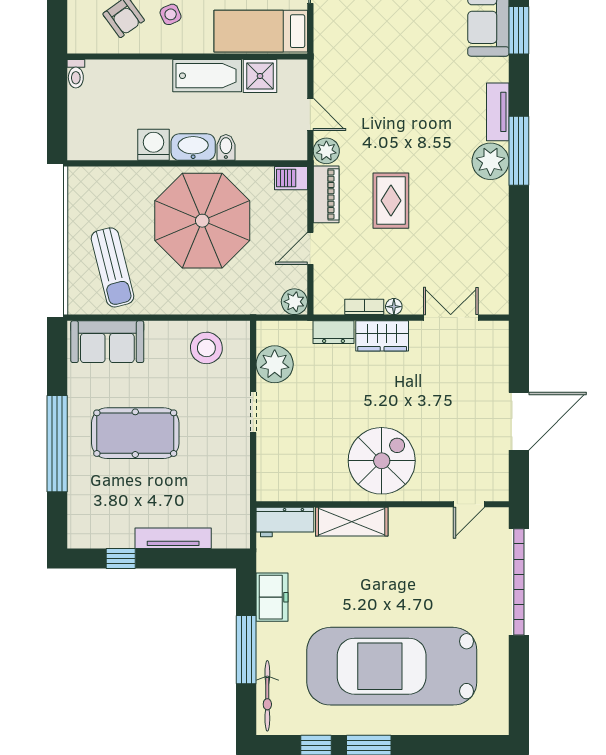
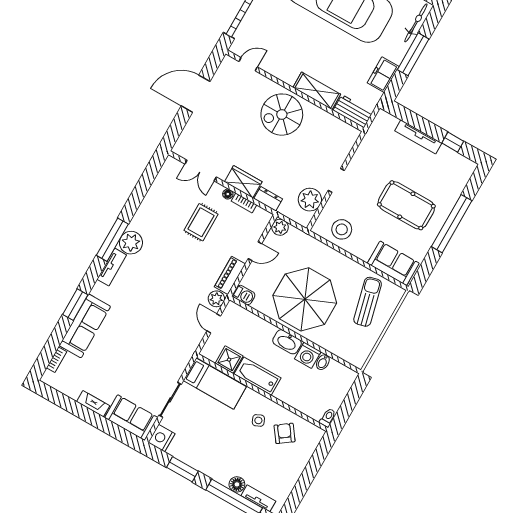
bidet: (226, 147) -> (323, 362), moved
rug: (391, 201) -> (201, 222), moved

